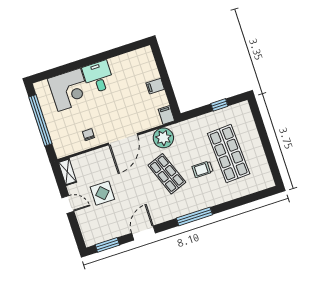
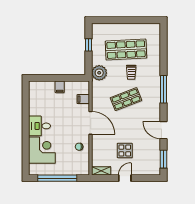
filing cabinet: (166, 115) -> (83, 99), moved
plant: (163, 138) -> (99, 73), moved

